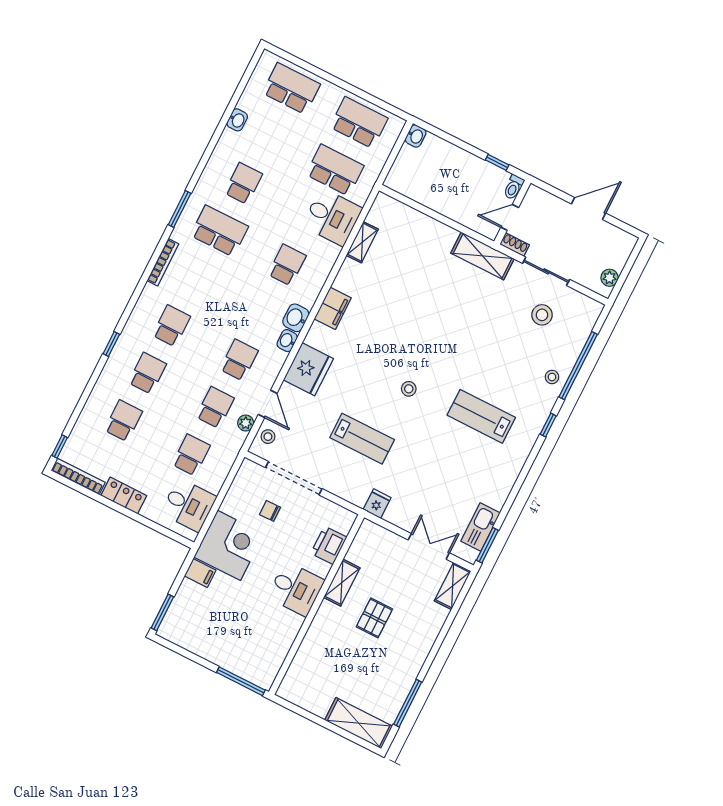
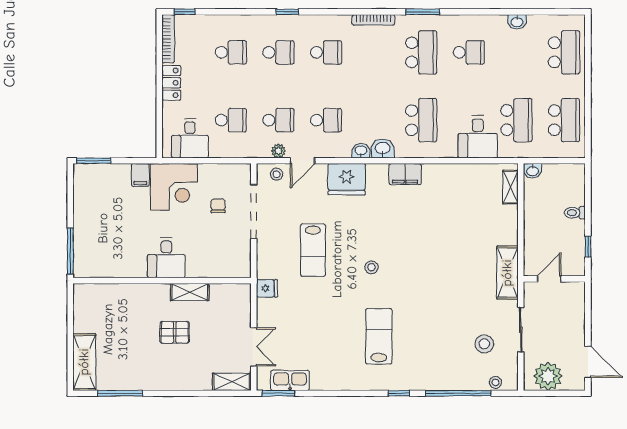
washbasin: (416, 136) -> (533, 171), moved
toilet: (514, 187) -> (575, 213), moved
door: (588, 209) -> (588, 362), moved
door: (510, 217) -> (549, 279), hinge flipped
shelving: (362, 242) -> (510, 187), moved, turned 90
shoe rack: (515, 245) -> (529, 294), removed
school desk: (287, 265) -> (421, 120), width x1.85
plant: (610, 278) -> (548, 376), width x1.88, depth x1.88
stool: (552, 377) -> (495, 382), moved
printer: (329, 545) -> (214, 267), removed

